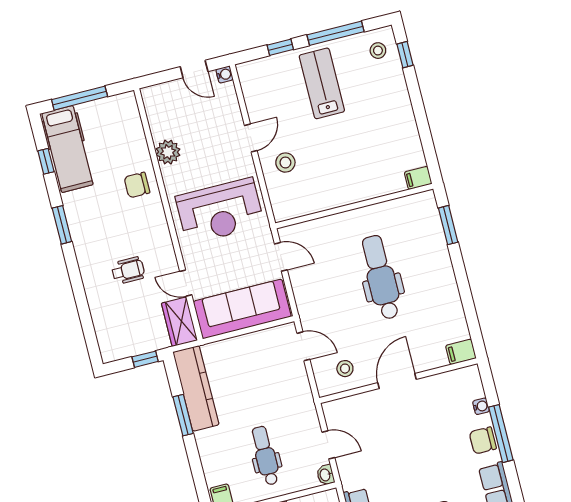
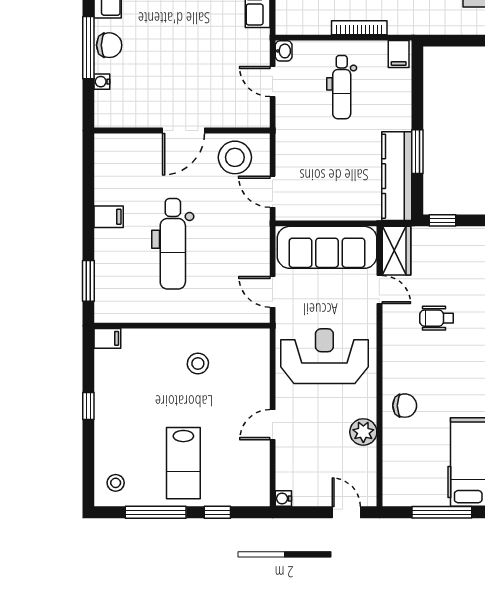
window: (405, 55) -> (88, 406), moved
door: (194, 69) -> (346, 512), moved
stool: (285, 163) -> (198, 363), moved
filing cabinet: (461, 352) -> (109, 217), moved
stool: (345, 369) -> (235, 157), width x1.89, depth x1.89

